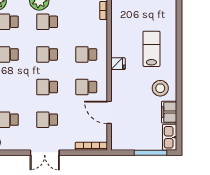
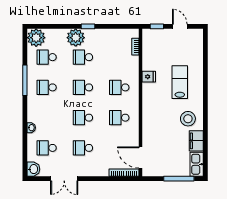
fridge: (118, 64) -> (149, 77), moved
door: (109, 112) -> (140, 158), moved
double door: (45, 153) -> (64, 179), moved

